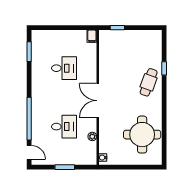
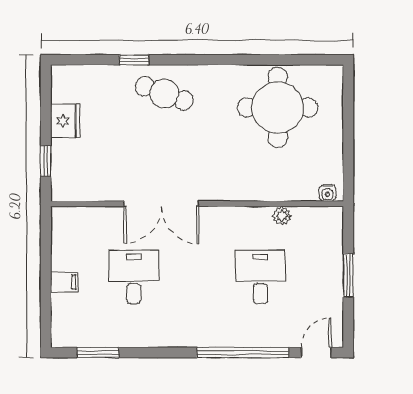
filing cabinet: (92, 36) -> (64, 282), moved
fridge: (136, 37) -> (65, 121), added
double door: (98, 101) -> (161, 204), moved

